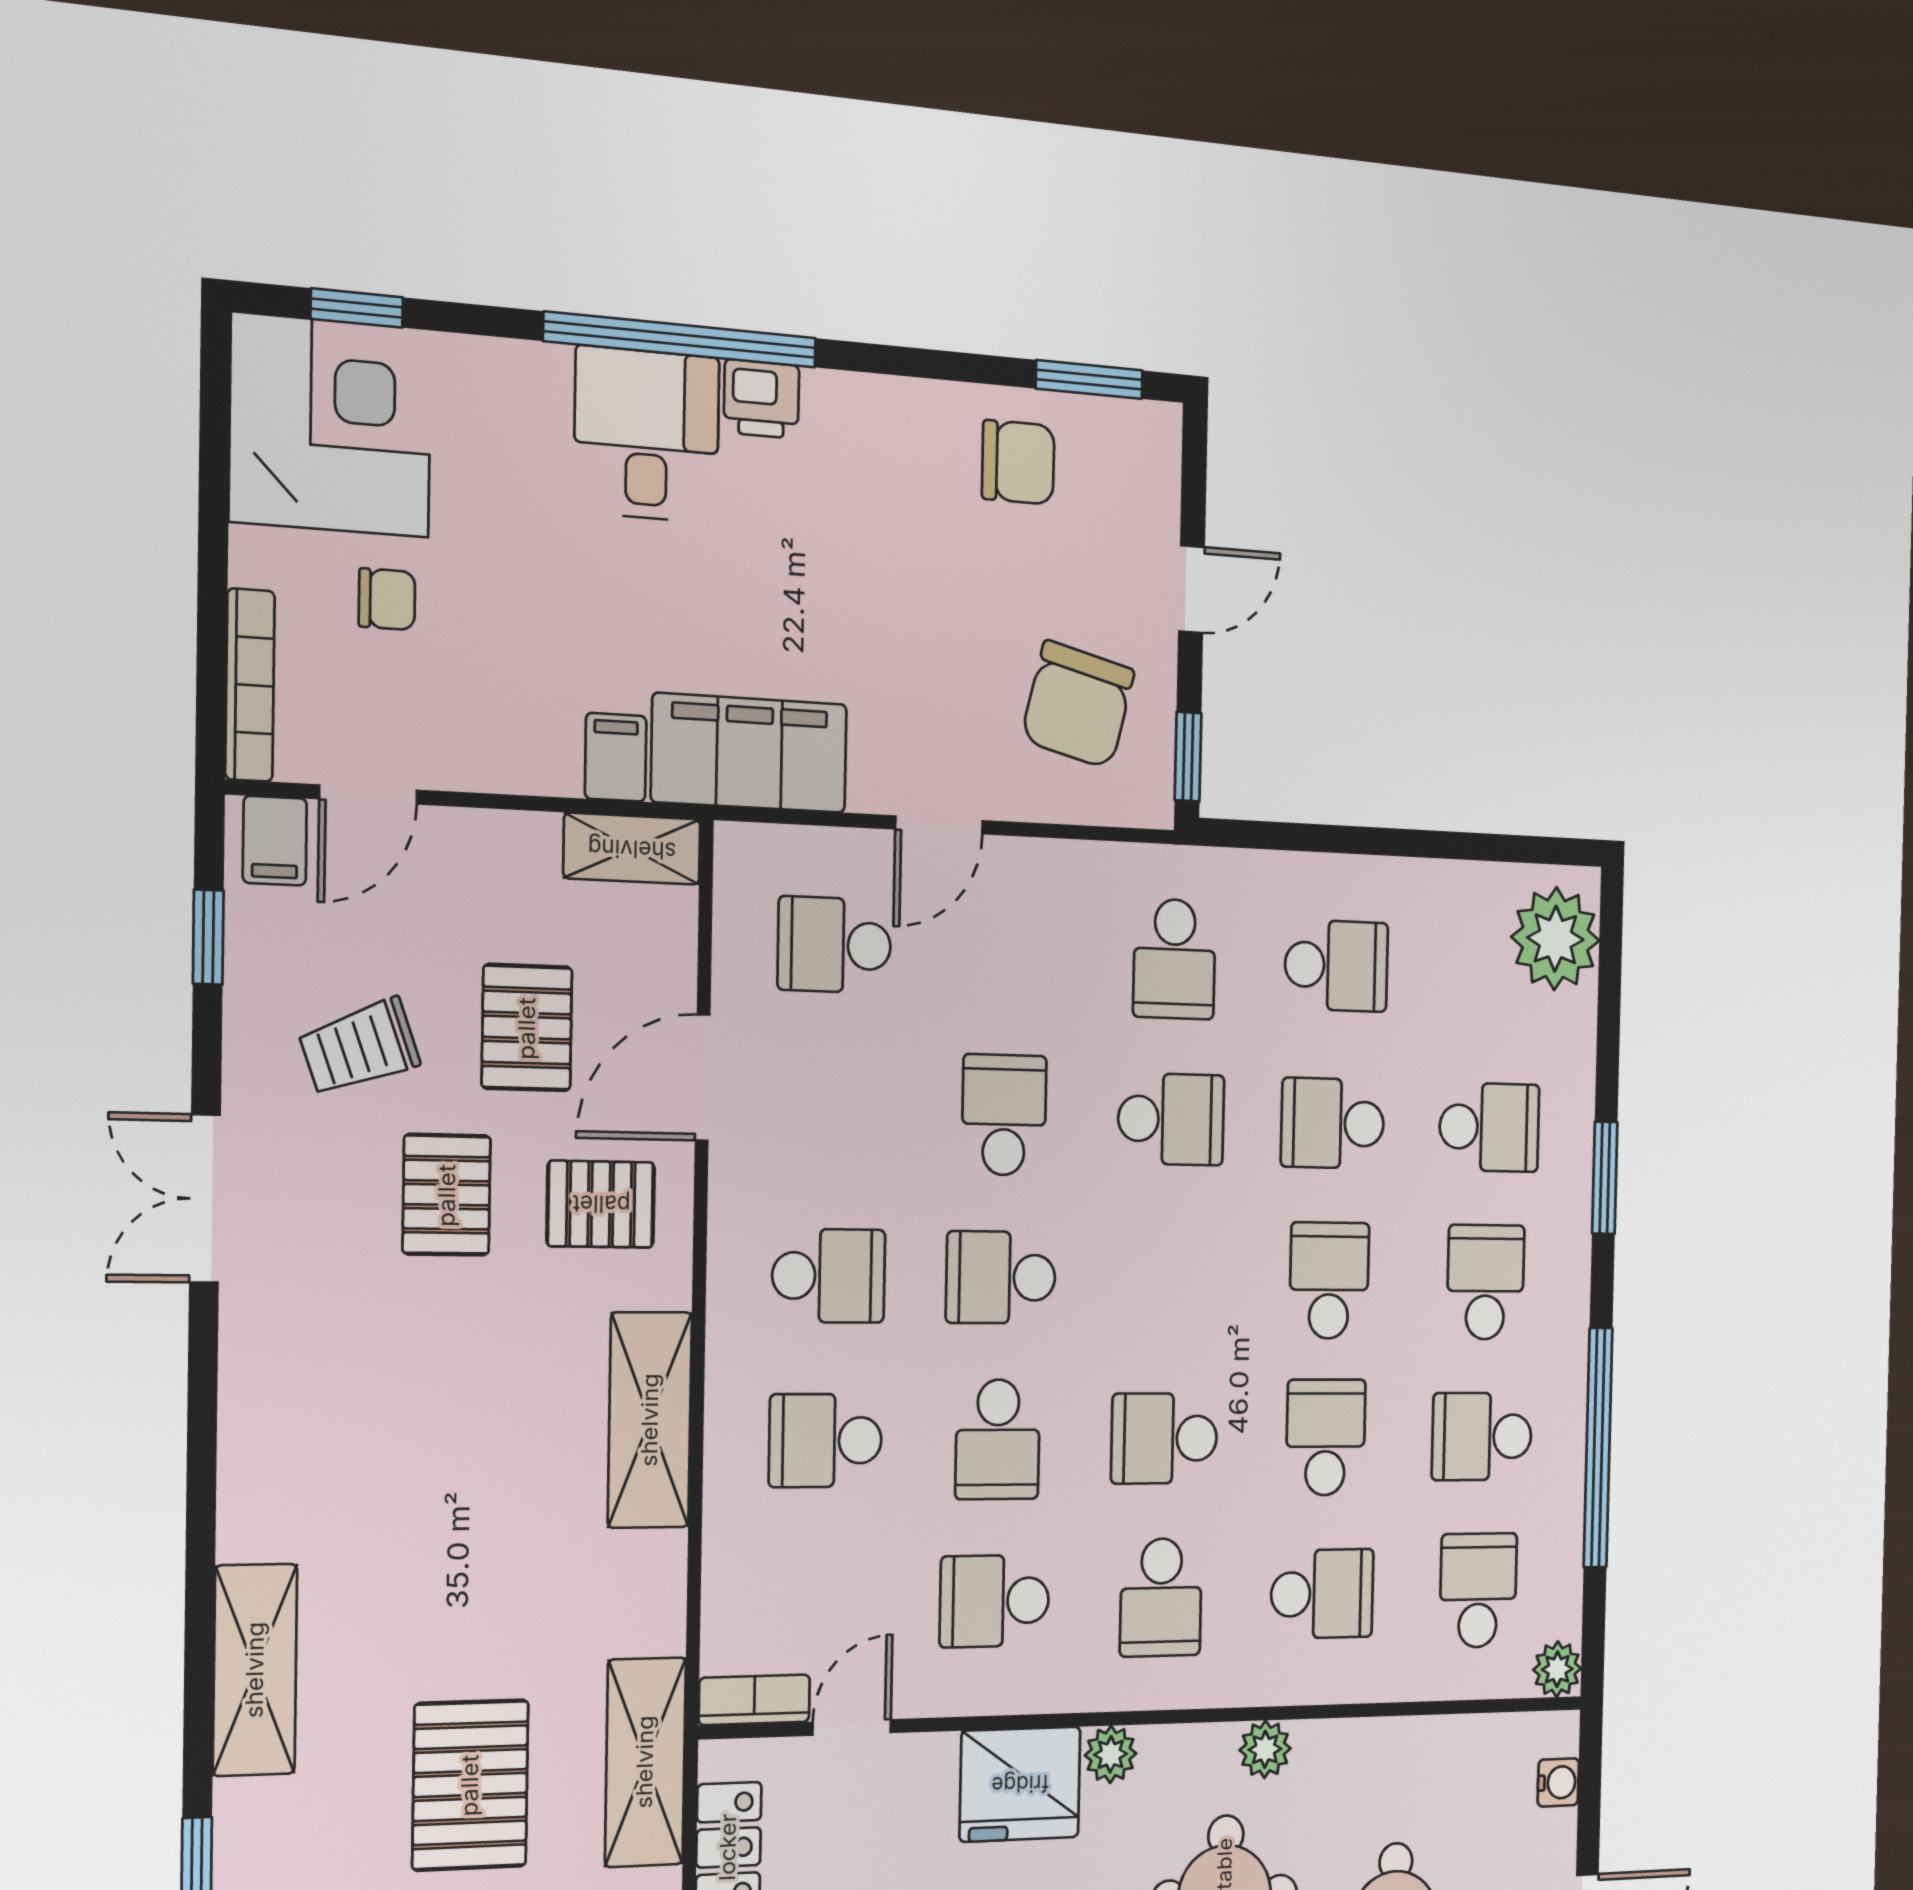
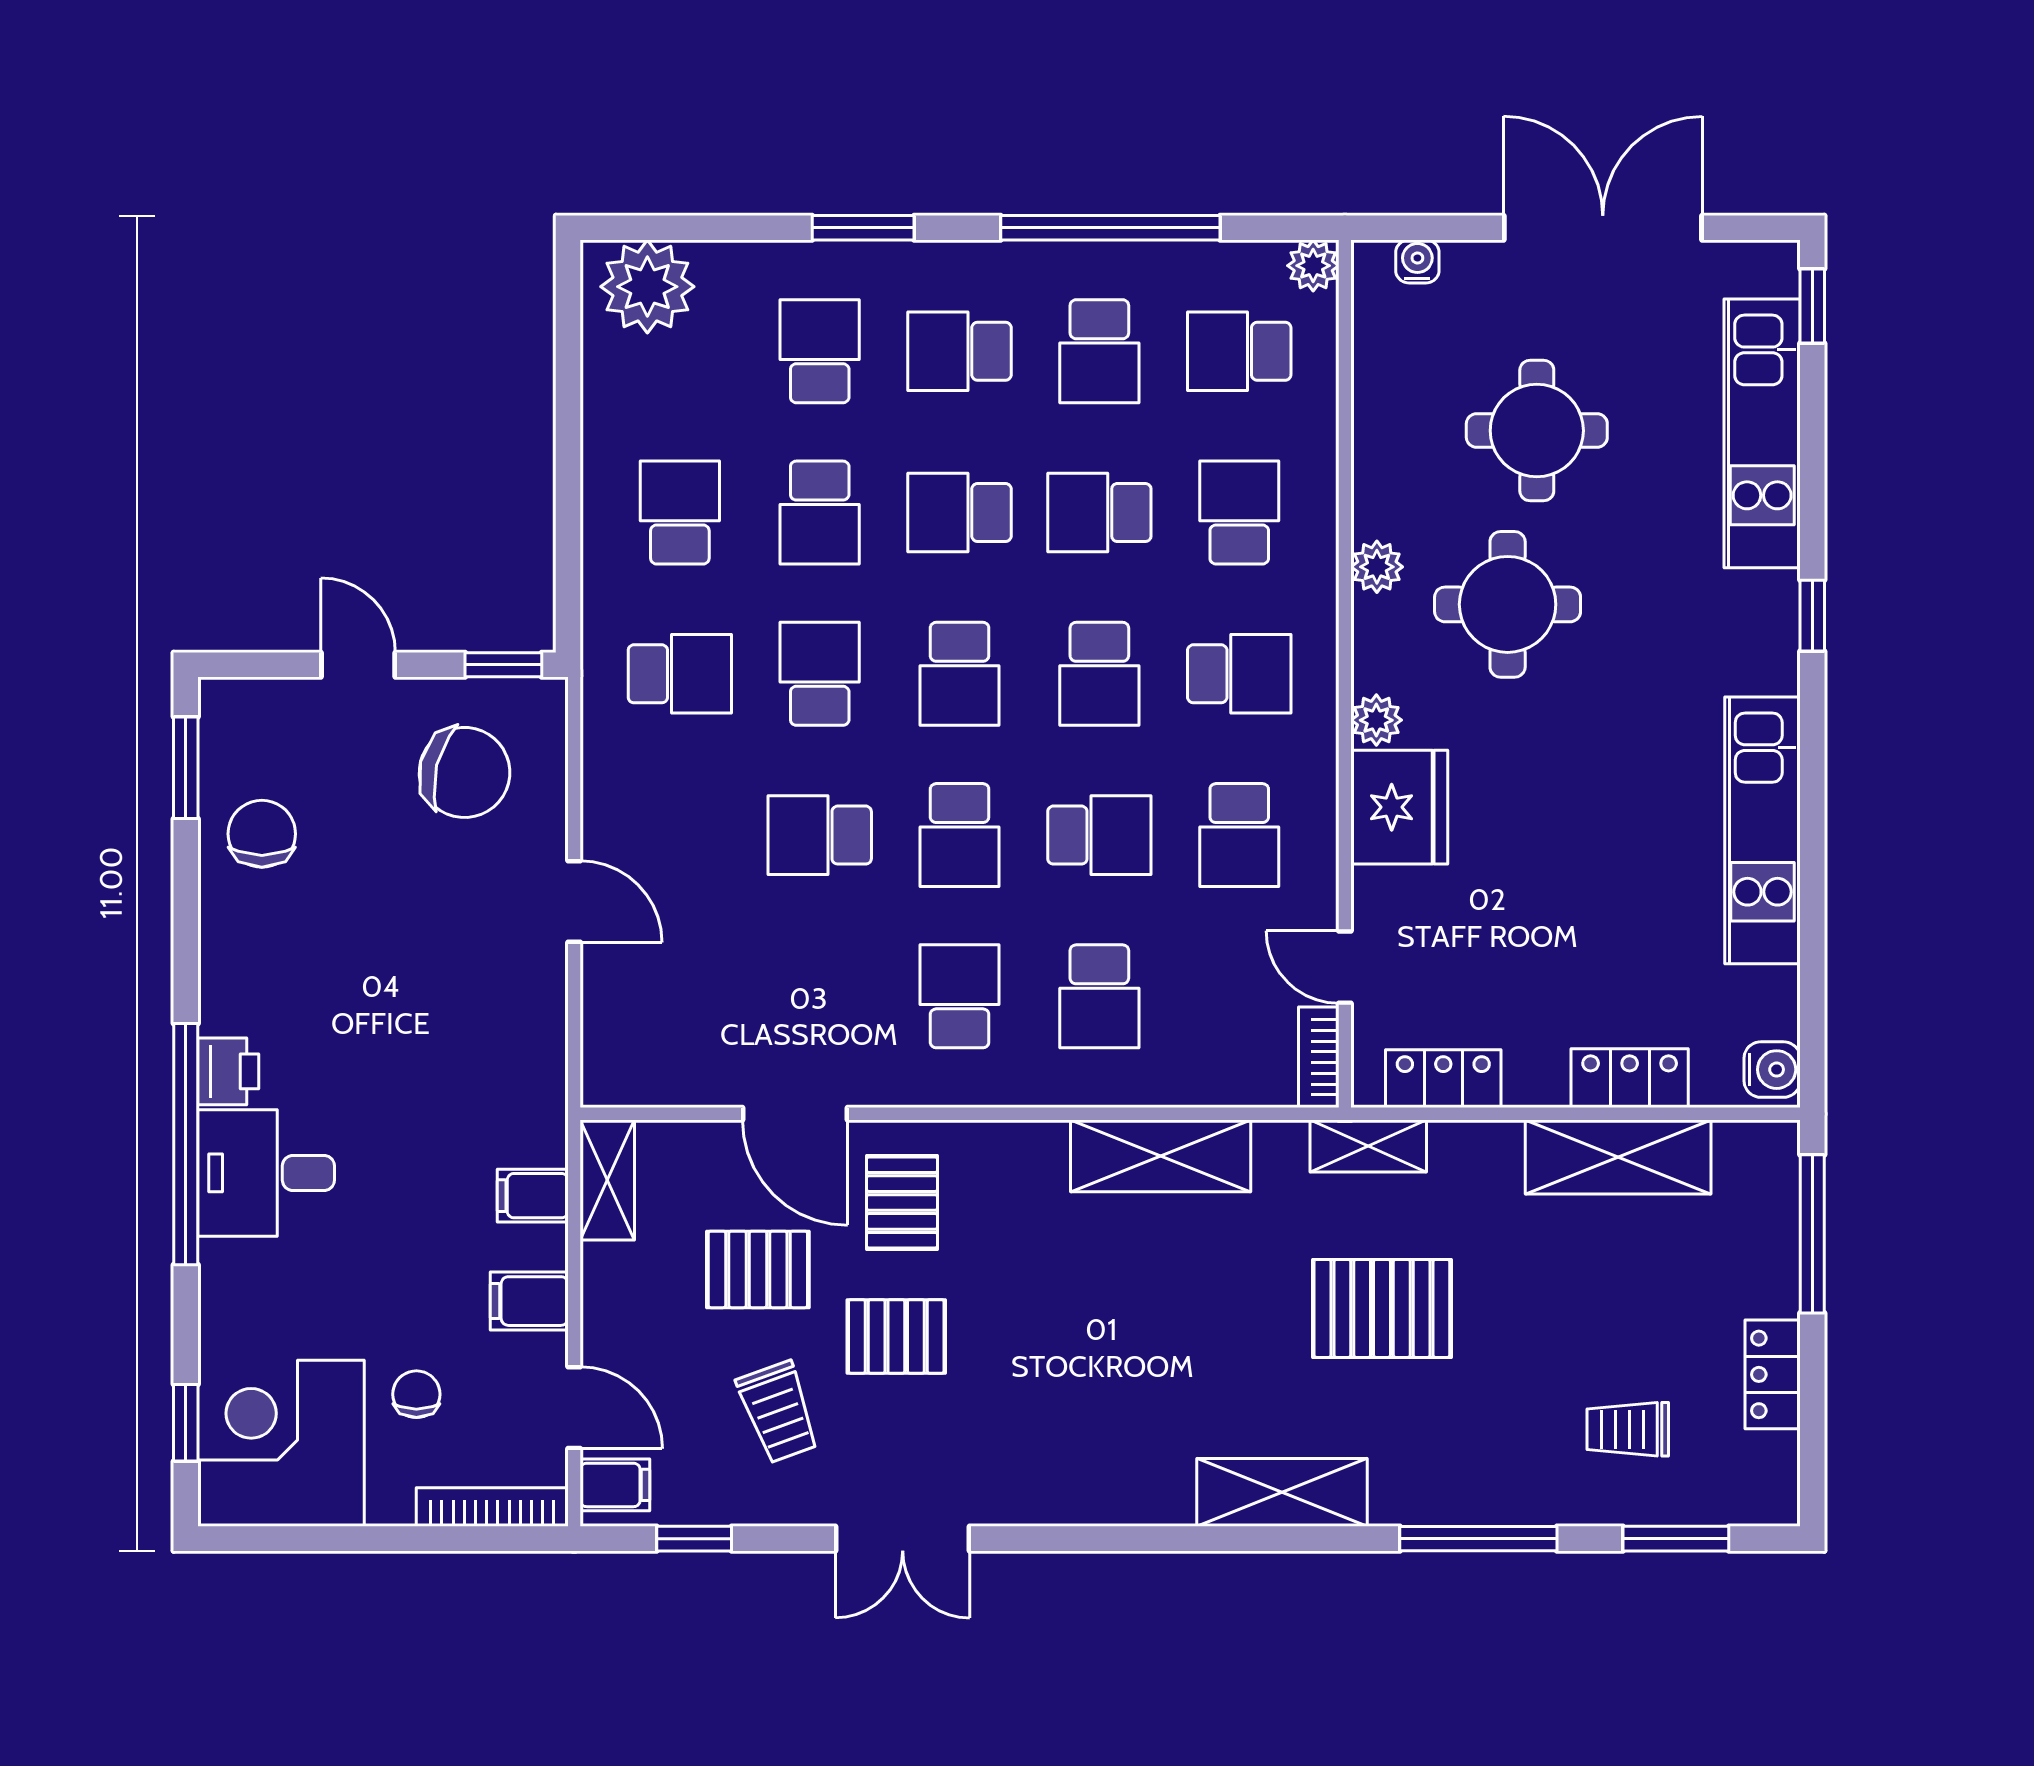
filing cabinet: (749, 753) -> (529, 1301), moved, width x0.33, depth x0.86
school desk: (834, 945) -> (960, 674), moved
shelving: (650, 1420) -> (1161, 1156), moved
shelving: (645, 1762) -> (1368, 1146), width x0.67, depth x0.75

